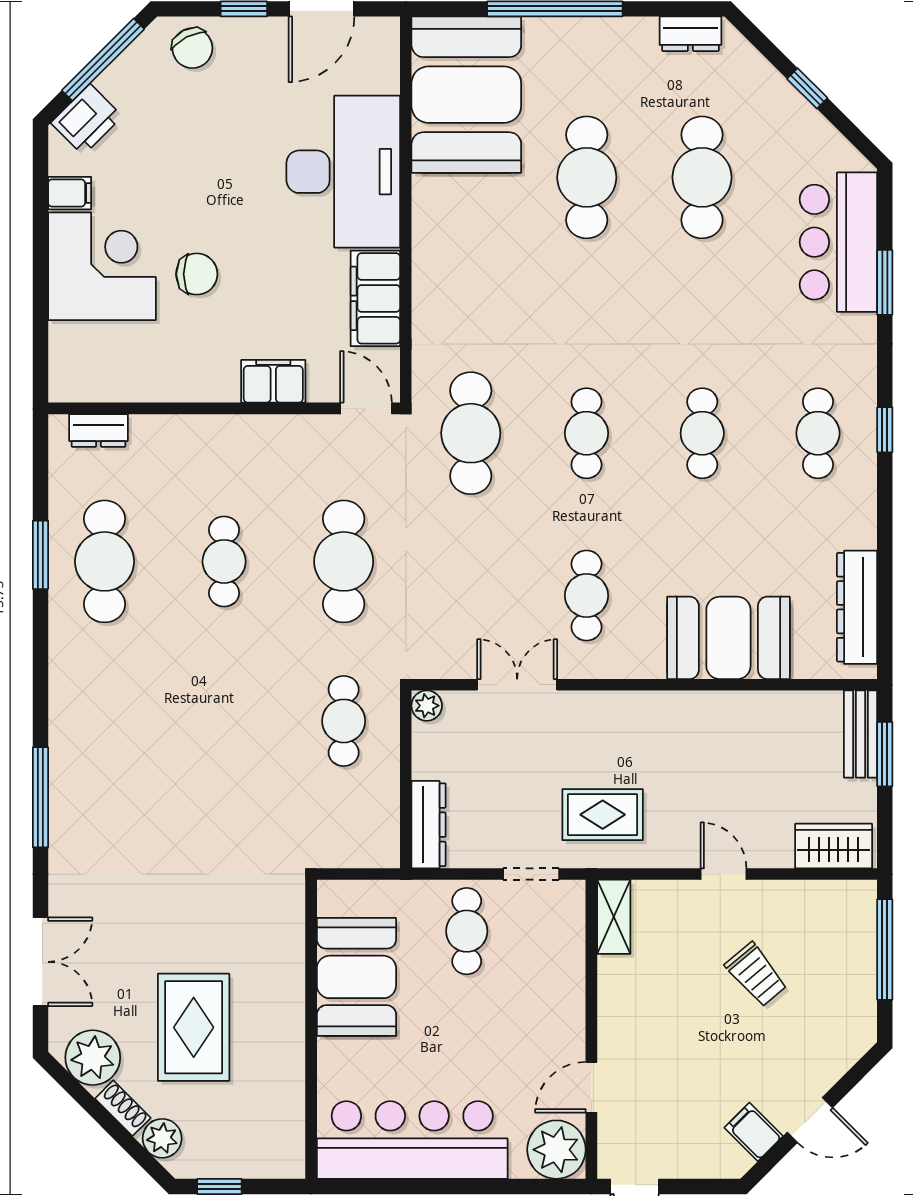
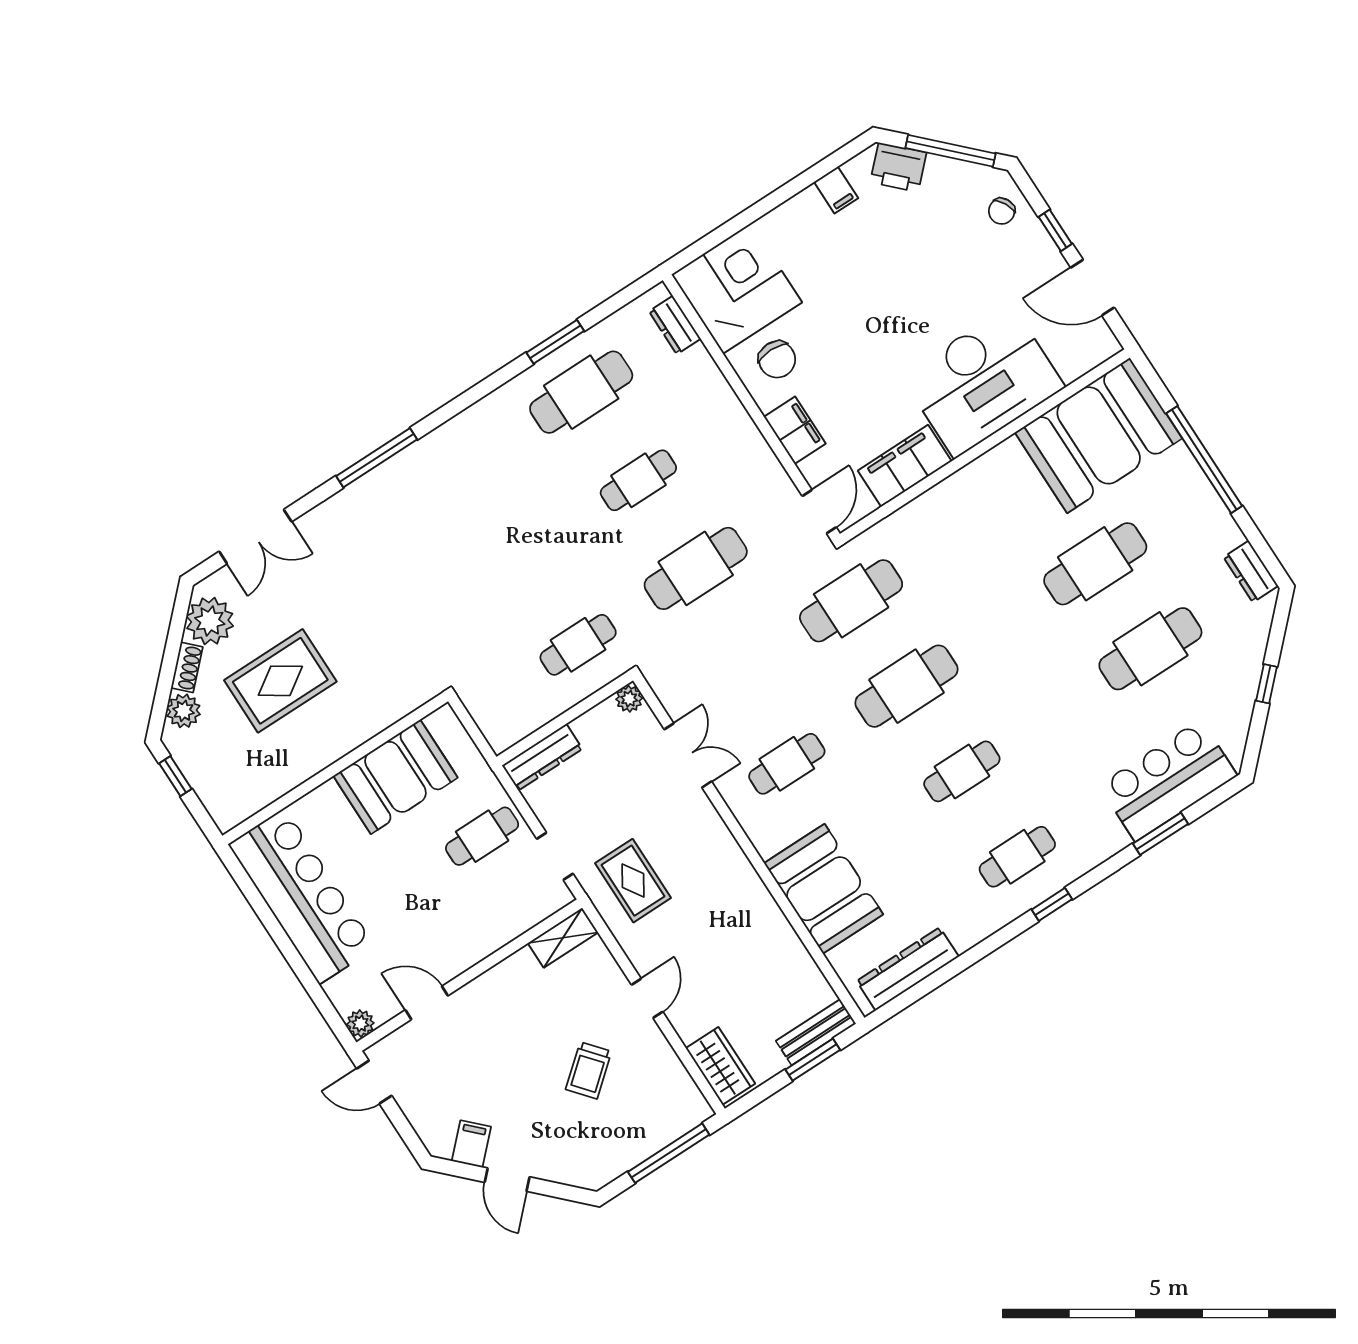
chair: (192, 48) -> (1002, 211), width x0.73, depth x0.73
corner desk: (102, 266) -> (737, 288), moved, turned -90
chair: (197, 274) -> (777, 359), moved
cafe table: (586, 433) -> (906, 686), width x1.37, depth x1.35
plant: (556, 1150) -> (360, 1024), width x0.53, depth x0.53

